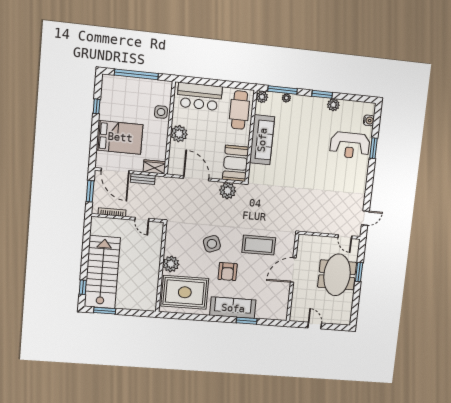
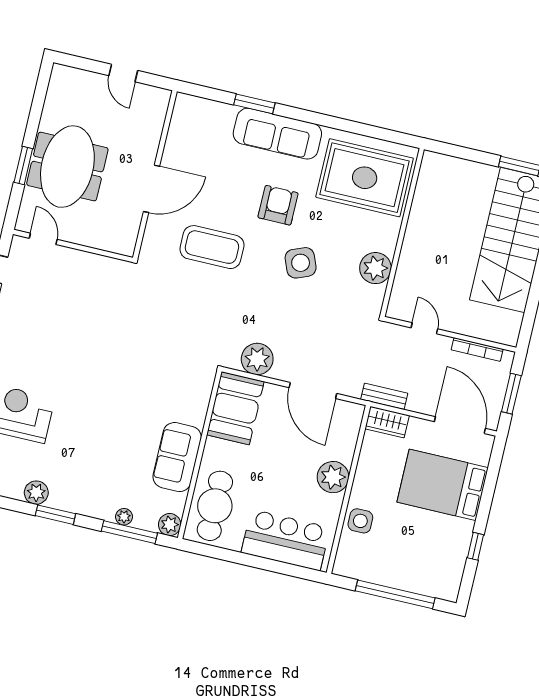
sofa: (262, 140) -> (177, 457), width x0.73
bench: (143, 179) -> (384, 396), moved
plant: (171, 264) -> (375, 268), moved

